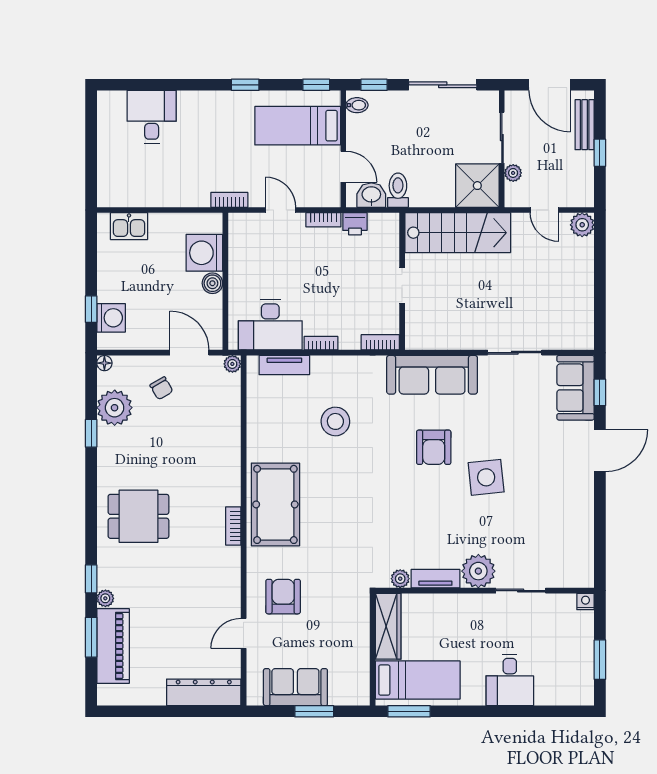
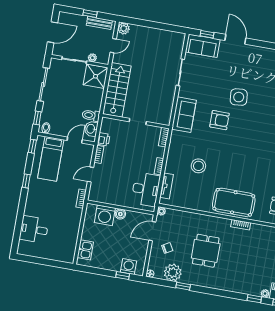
bench: (585, 125) -> (99, 23), moved
sofa: (432, 375) -> (184, 115), width x0.73
dining table: (138, 516) -> (206, 251), moved

